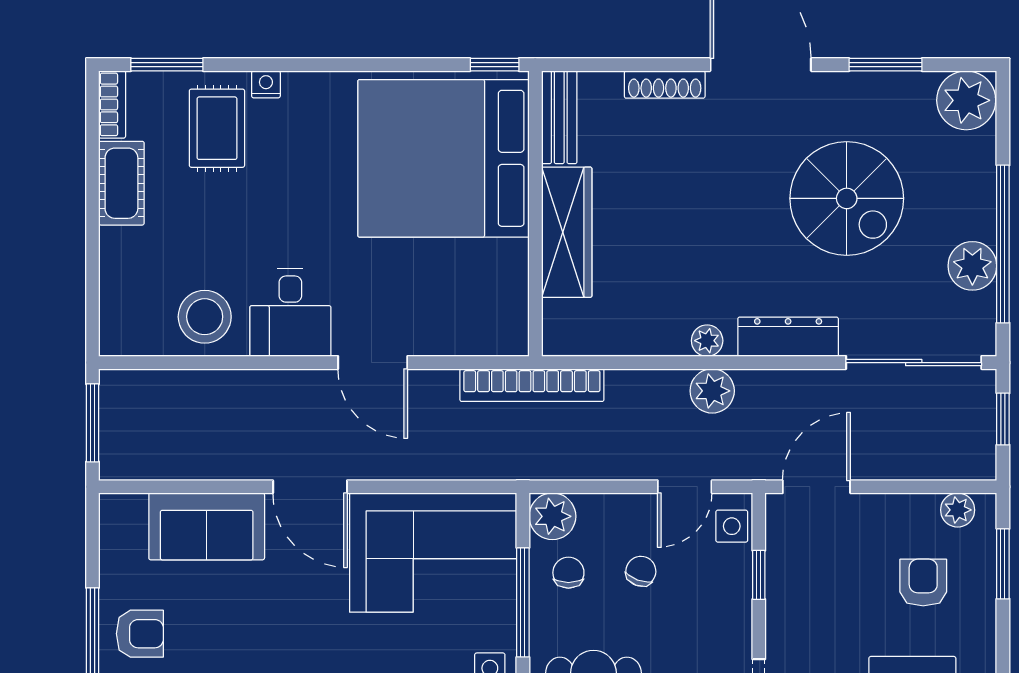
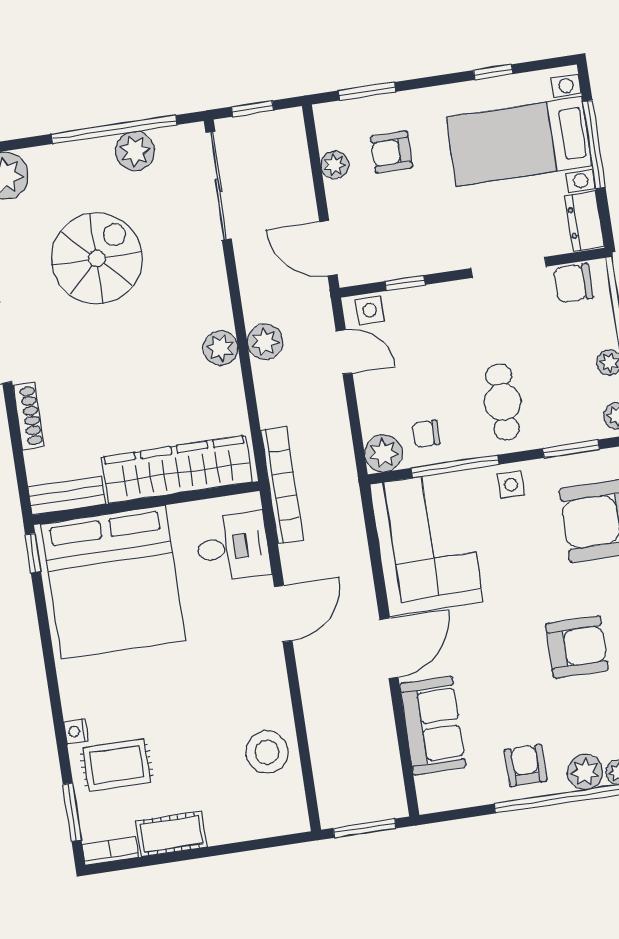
wardrobe: (567, 232) -> (177, 469), width x1.40, depth x1.17
desk: (290, 313) -> (233, 547), moved
dresser: (788, 337) -> (213, 288), removed
plant: (707, 341) -> (221, 348), width x1.38, depth x1.38
plant: (958, 510) -> (335, 165), moved
chair: (641, 571) -> (416, 377), removed

